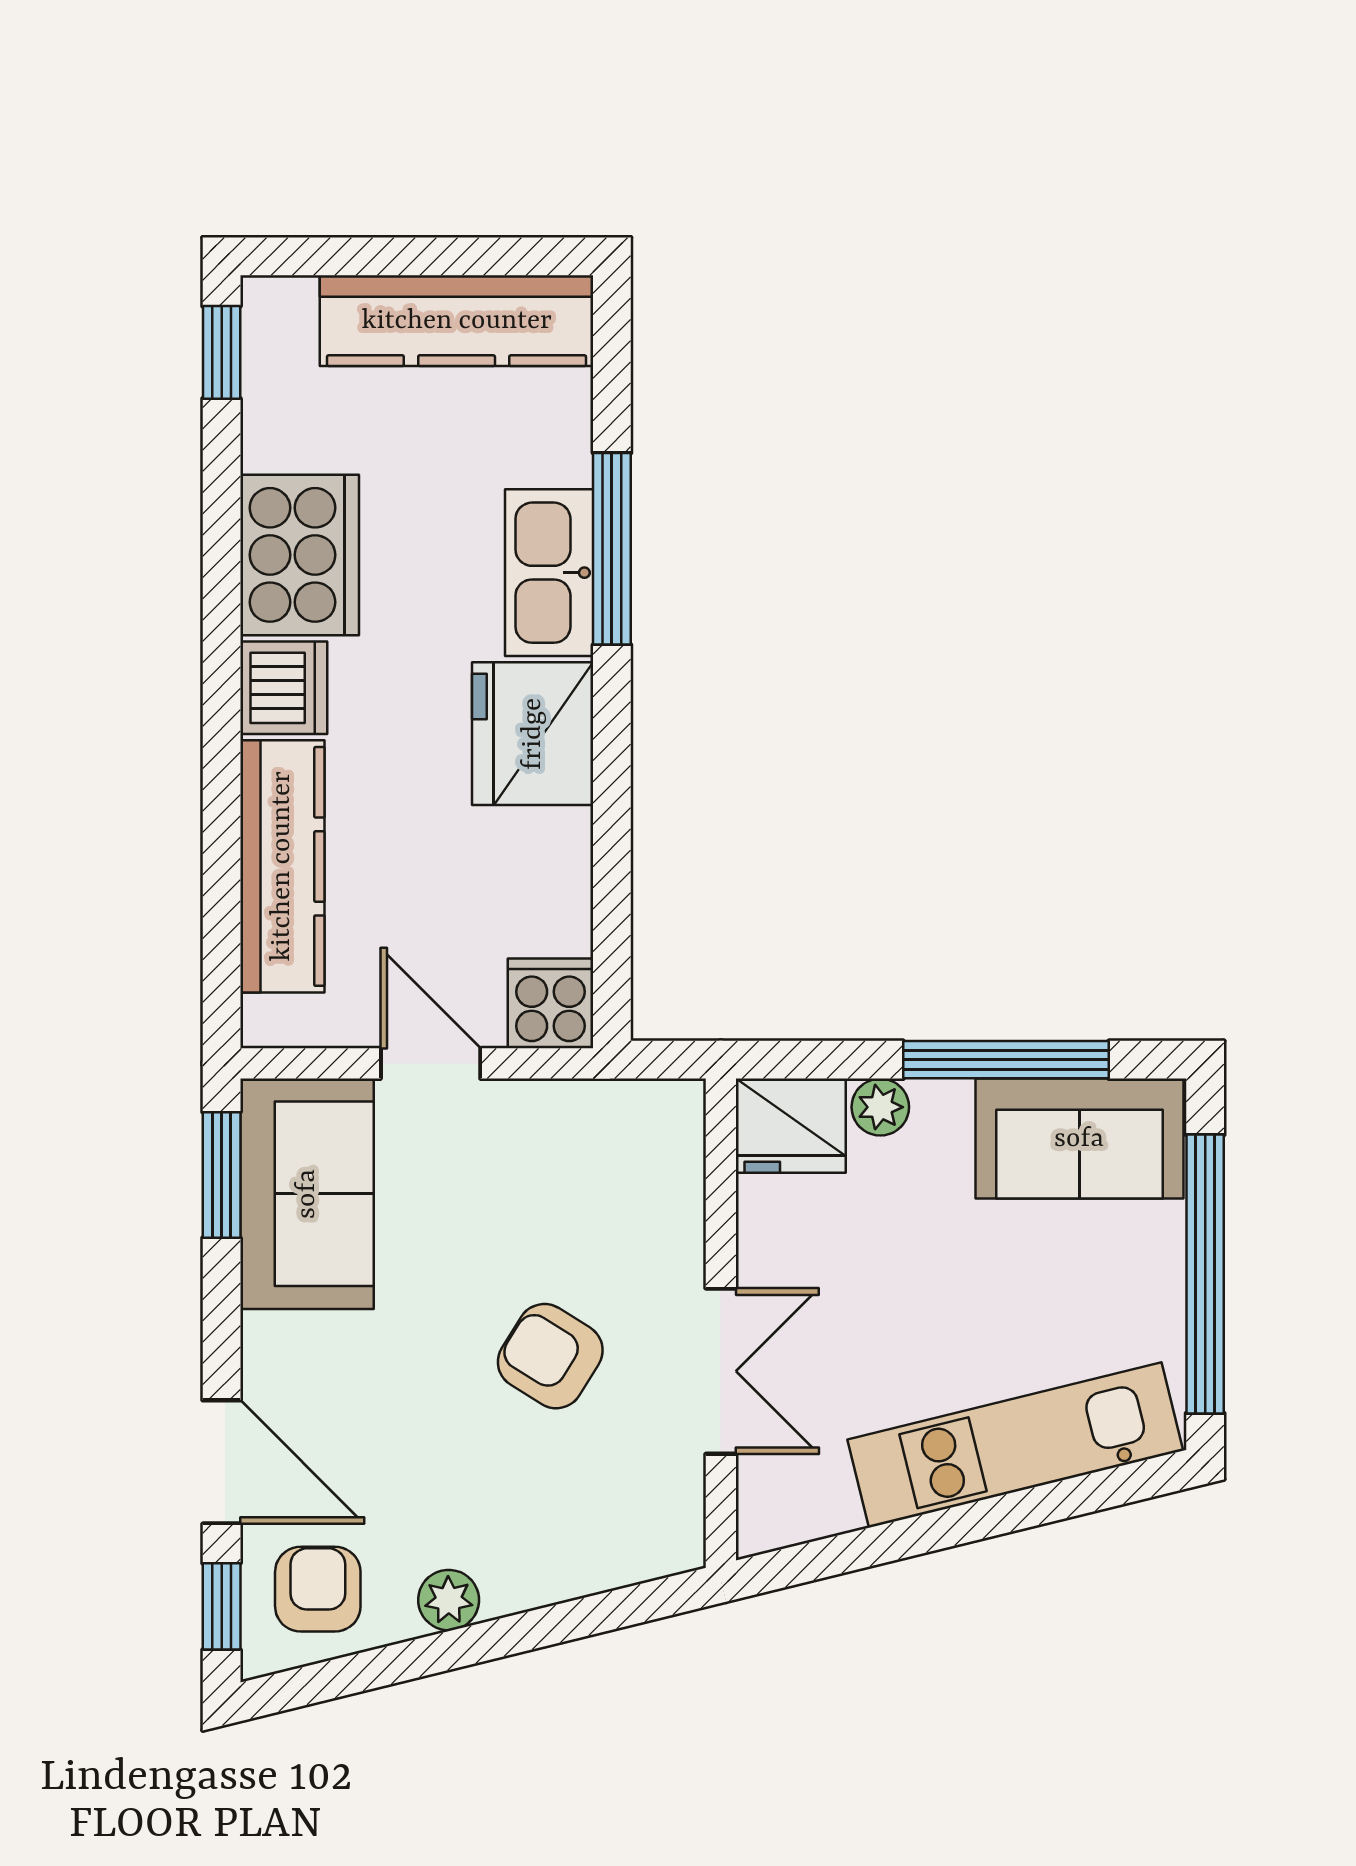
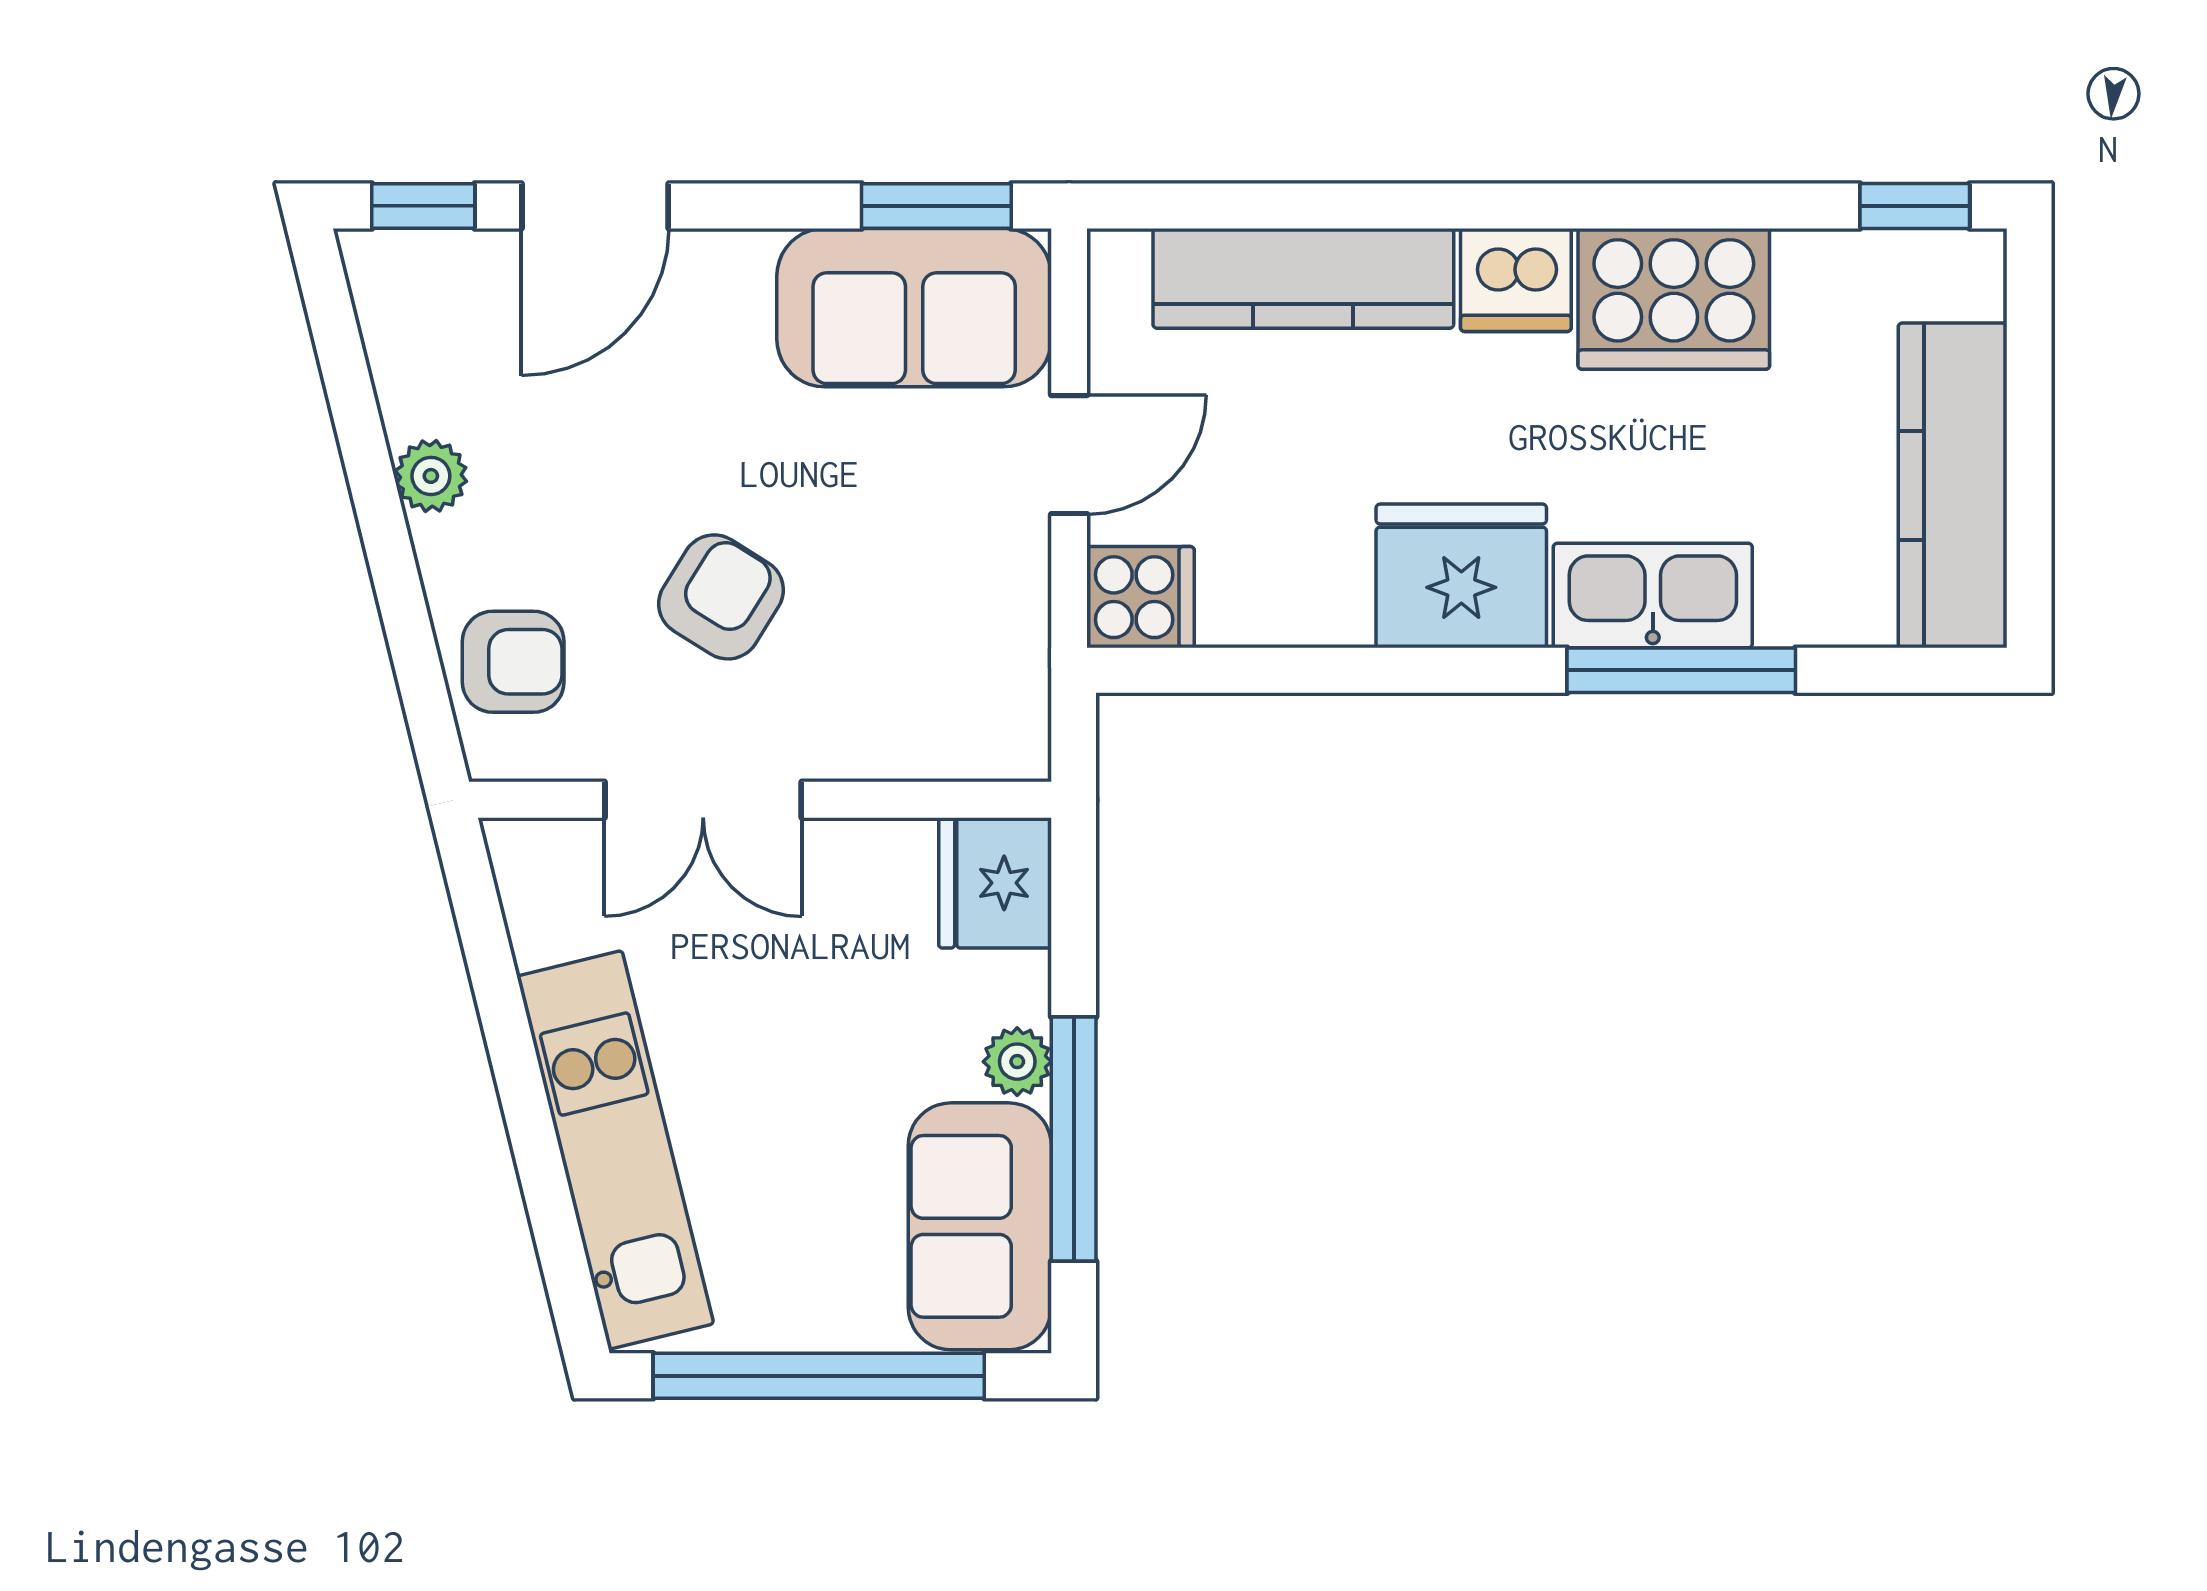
plant: (880, 1107) -> (1017, 1062), moved
armchair: (318, 1589) -> (513, 662), moved

